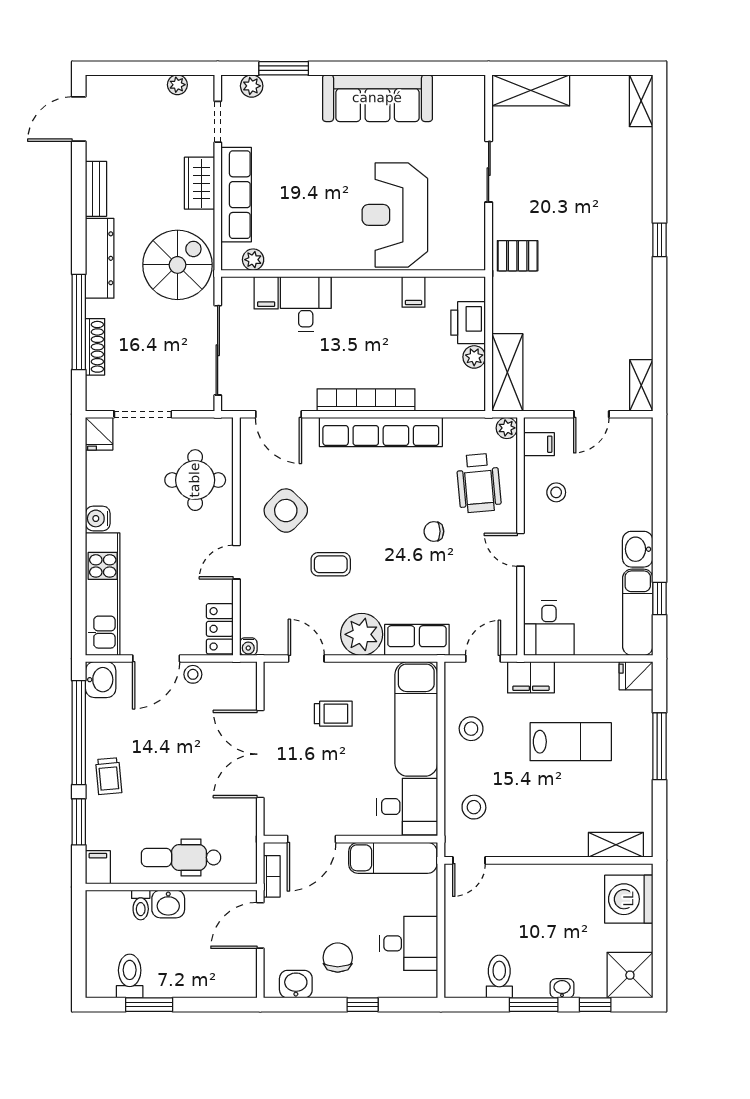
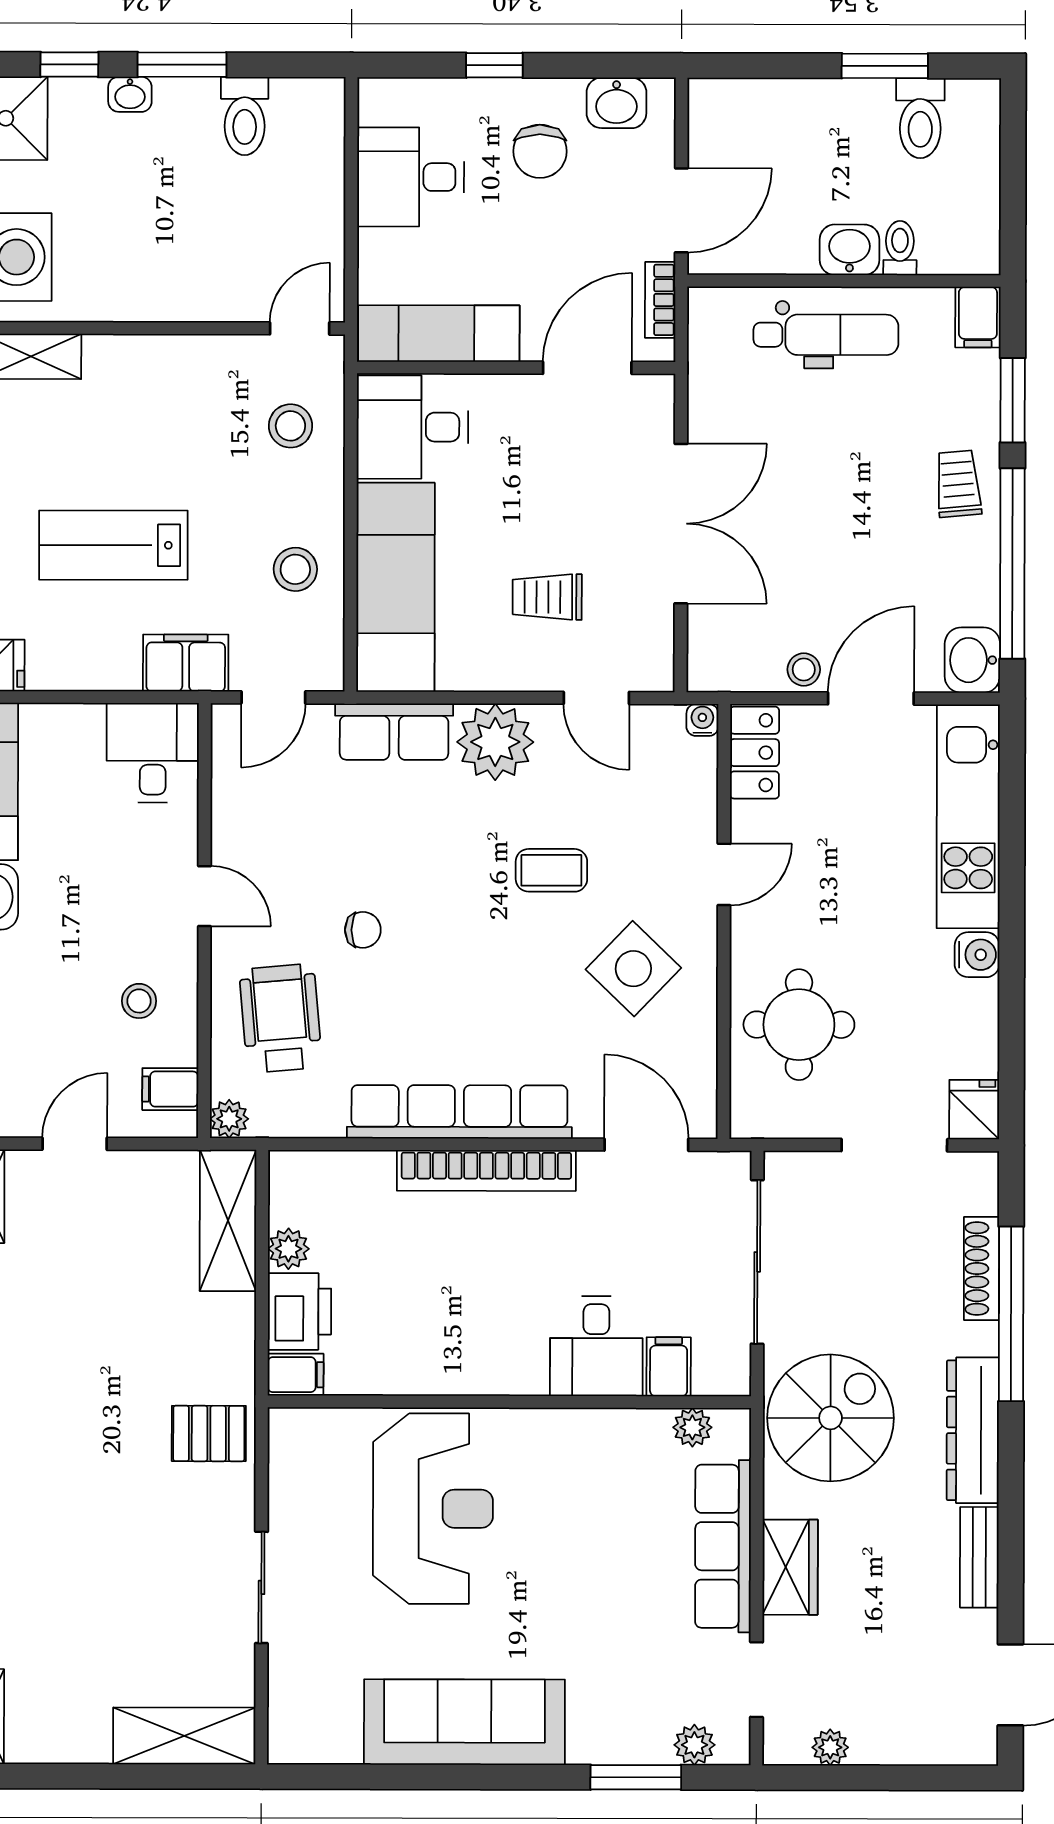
spiral stairs: (177, 265) -> (831, 1418), turned 180
filing cabinet: (413, 292) -> (296, 1375), moved, turned 90

